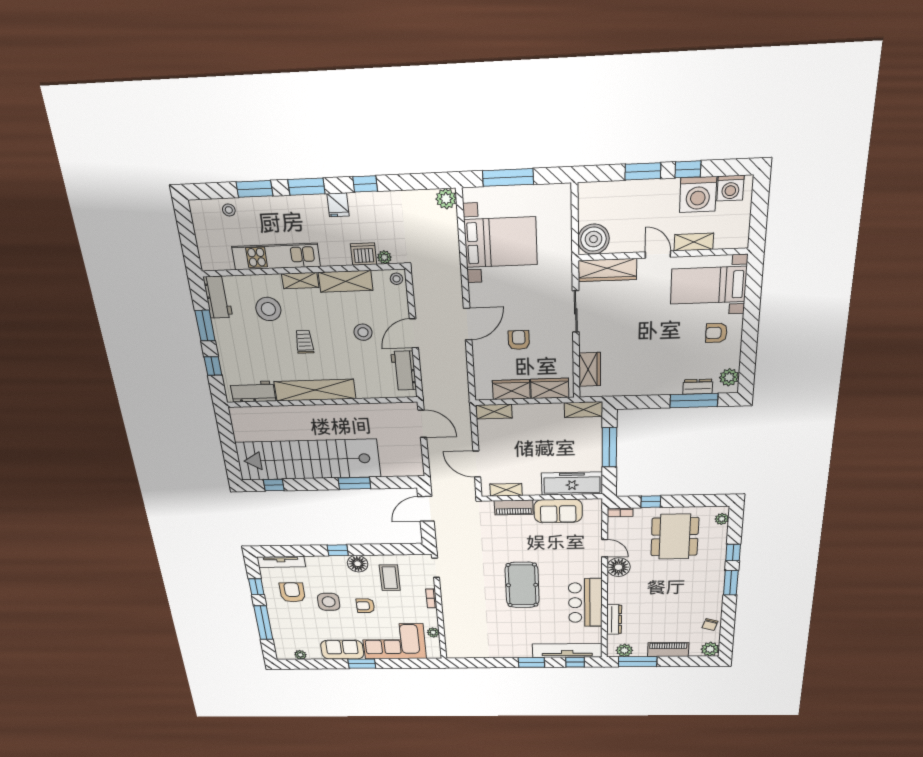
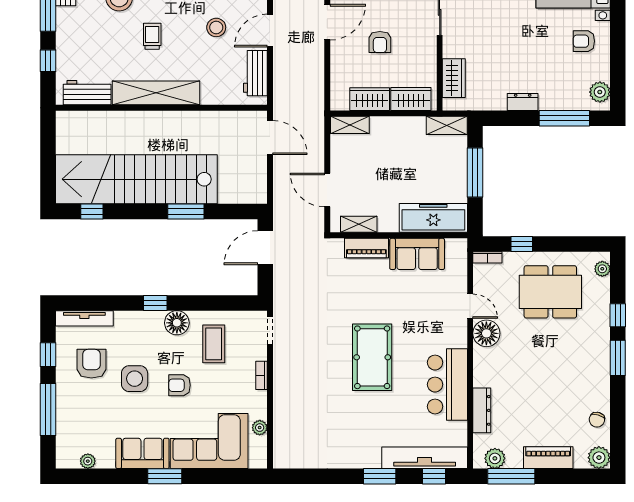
armchair: (519, 340) -> (380, 42), turned 180
dresser: (698, 387) -> (523, 102), moved
dining table: (675, 537) -> (550, 292), turned 90

